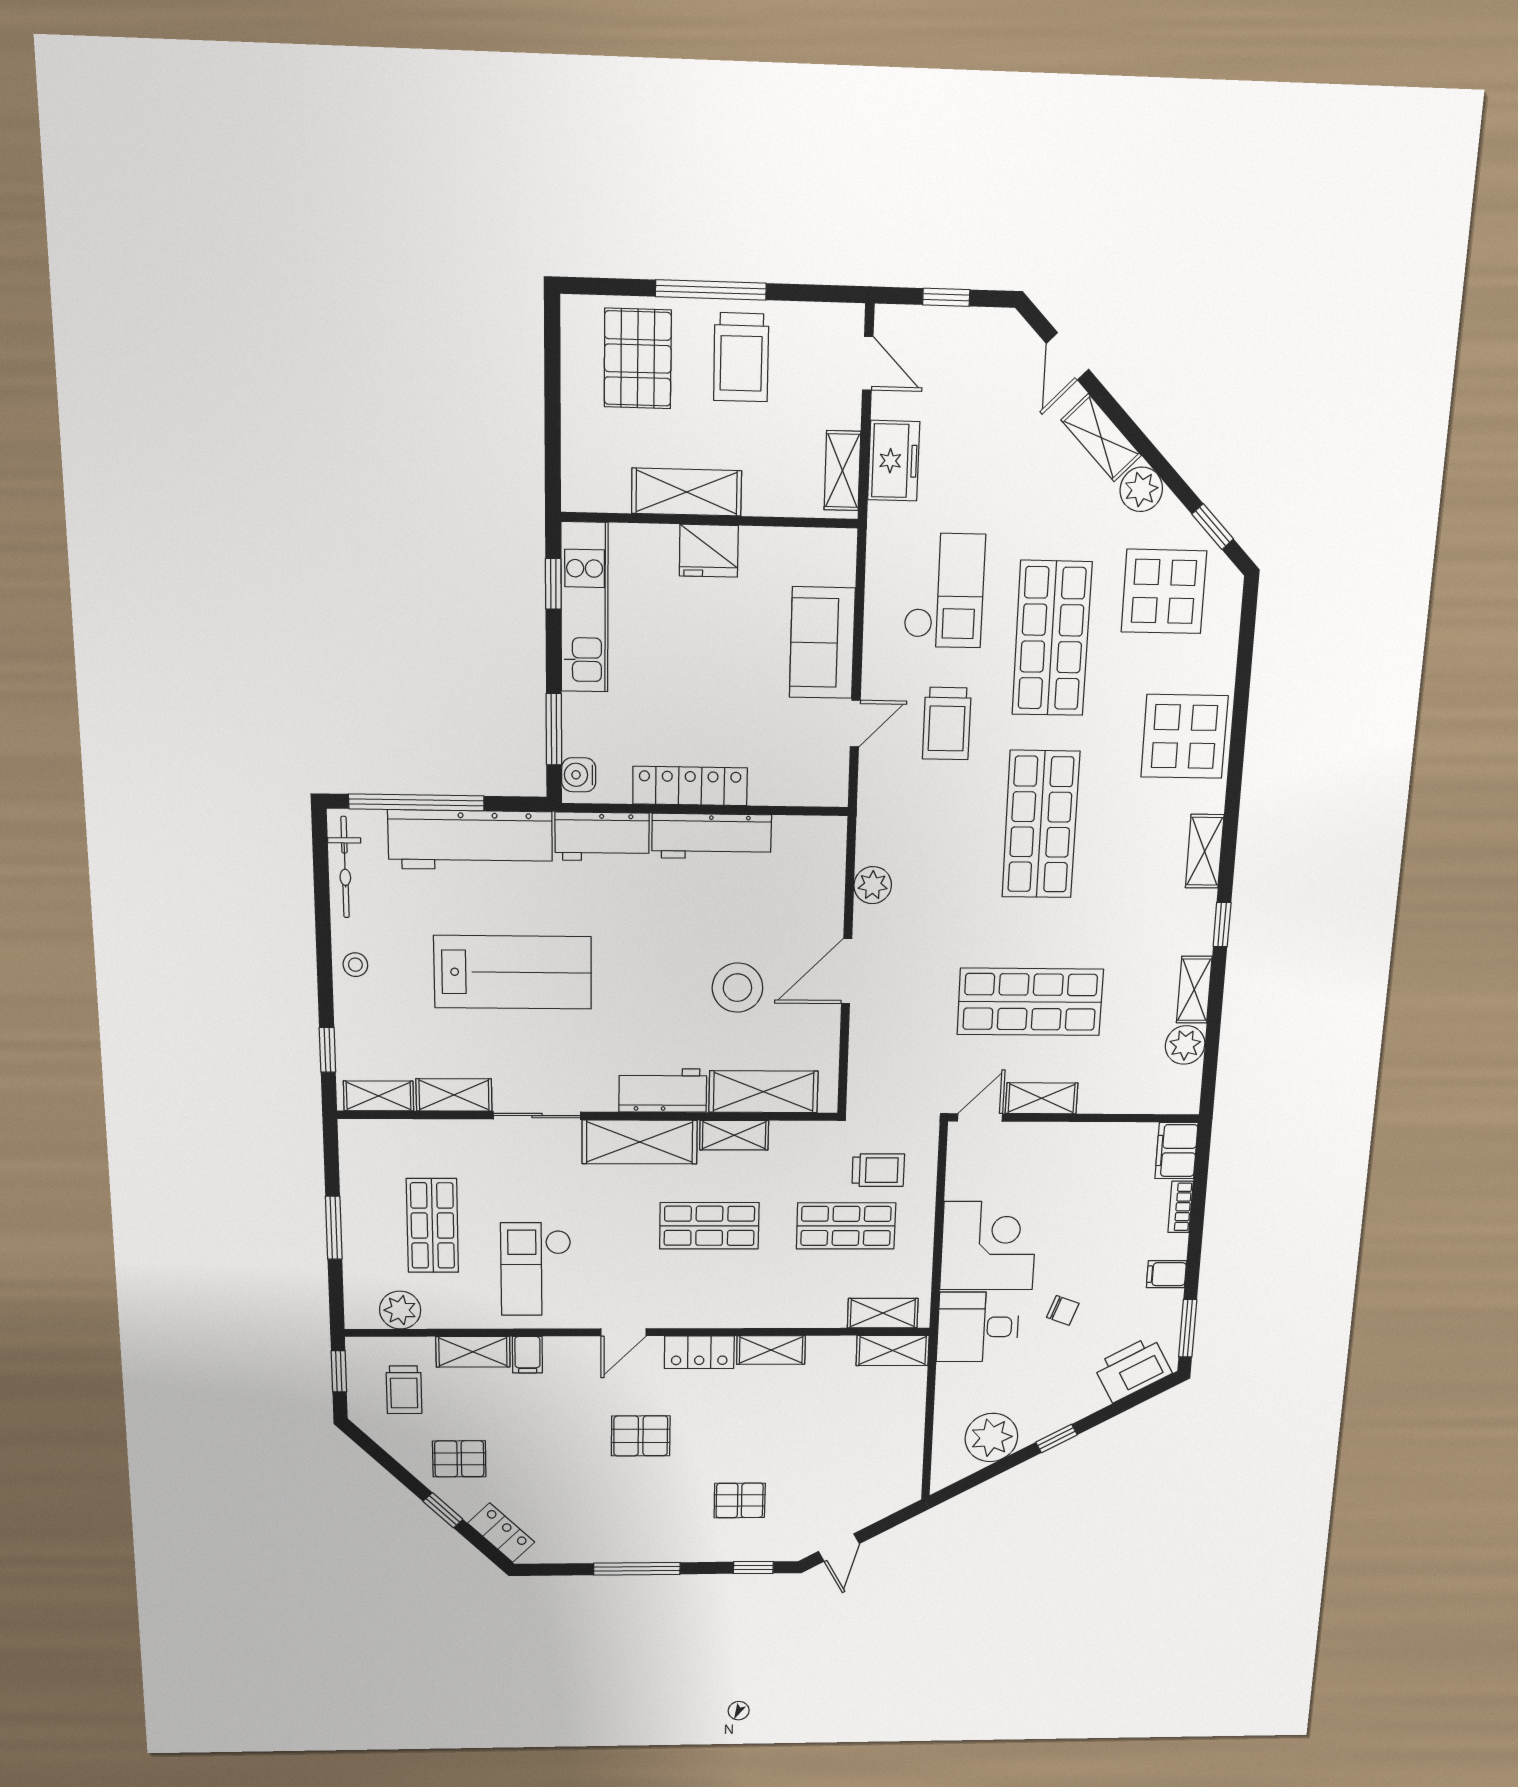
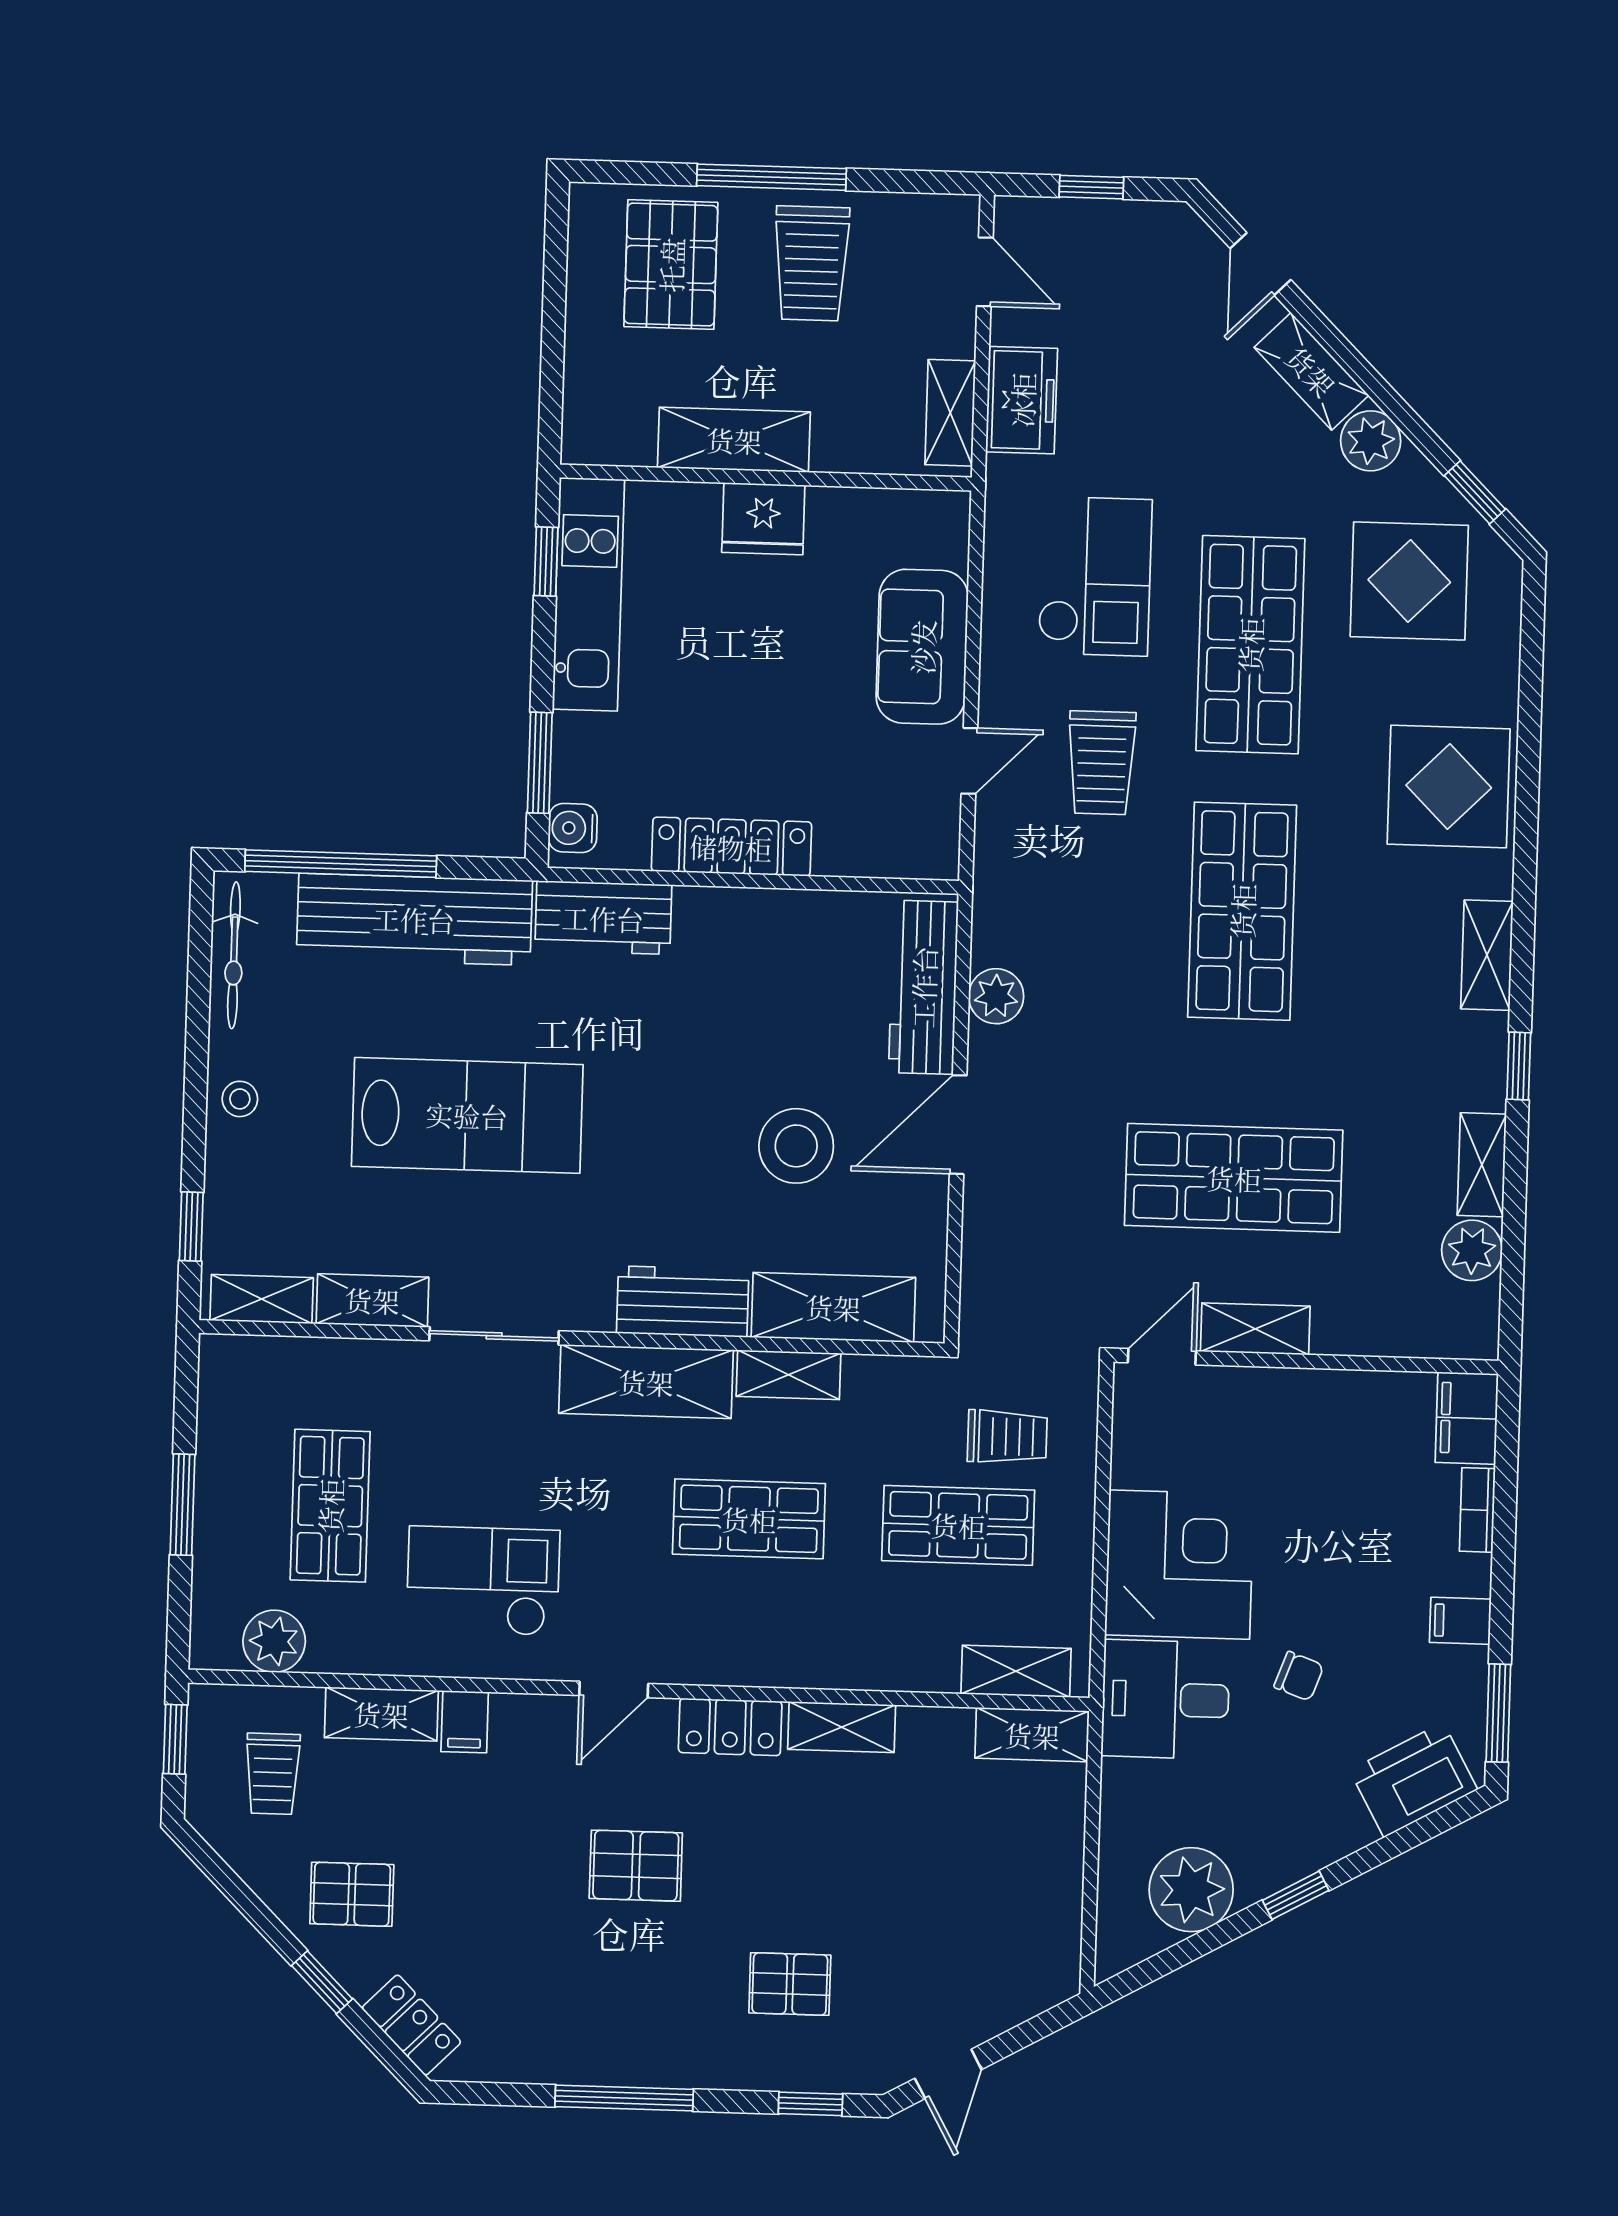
workbench: (712, 836) -> (923, 987), moved, turned 90
checkout: (536, 1269) -> (483, 1581), turned 90

